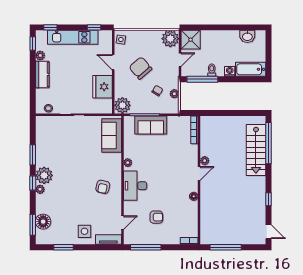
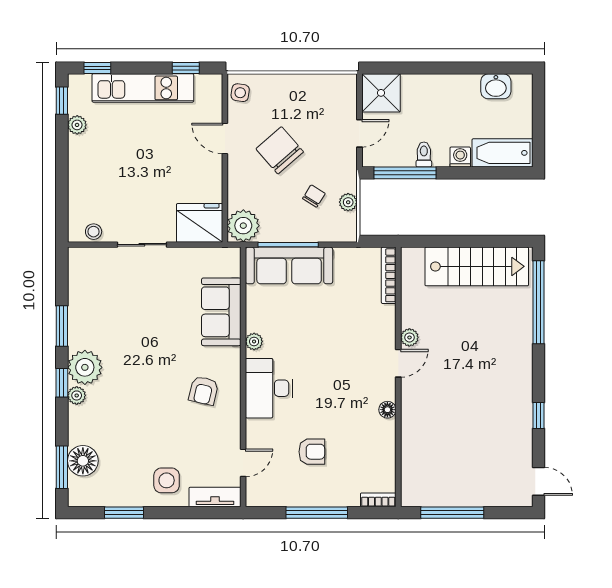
plant: (170, 39) -> (340, 91), removed
kitchen counter: (42, 74) -> (81, 163), removed
fridge: (103, 87) -> (200, 223), moved, turned 90
sofa: (151, 125) -> (289, 265), width x1.36
sofa: (112, 136) -> (221, 312), moved
stairs: (256, 150) -> (477, 266), moved, turned -90
window: (146, 247) -> (317, 513), moved

